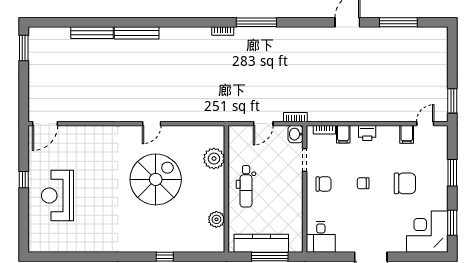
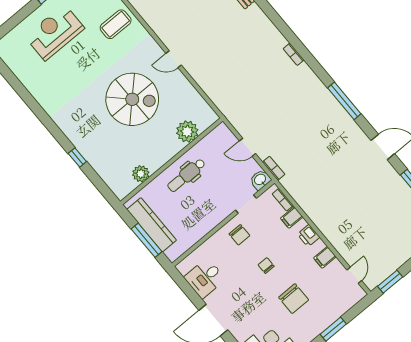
window: (256, 22) -> (344, 101), moved
door: (425, 124) -> (354, 275), hinge flipped
filing cabinet: (407, 134) -> (325, 257), moved
coffee table: (89, 145) -> (116, 24), added
desk: (321, 237) -> (205, 278), moved

